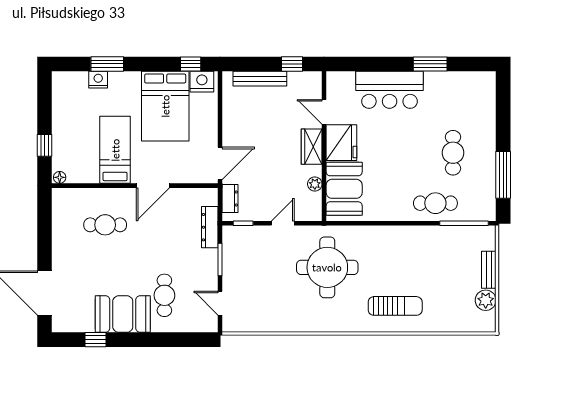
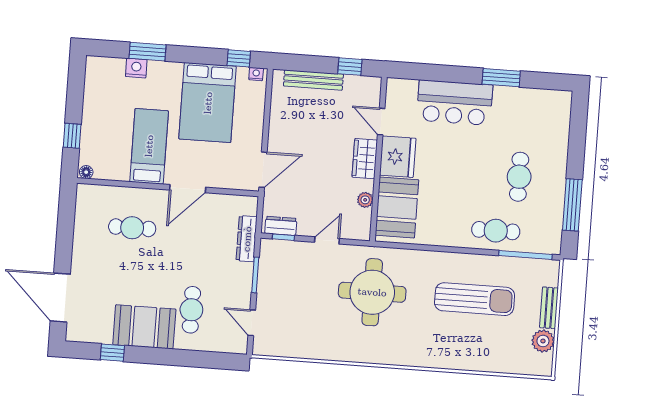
nightstand: (202, 82) -> (256, 74), width x0.53, depth x0.56
dresser: (230, 199) -> (281, 226), moved, turned -90
sun lounger: (395, 306) -> (475, 299), moved, width x1.36, depth x1.34

